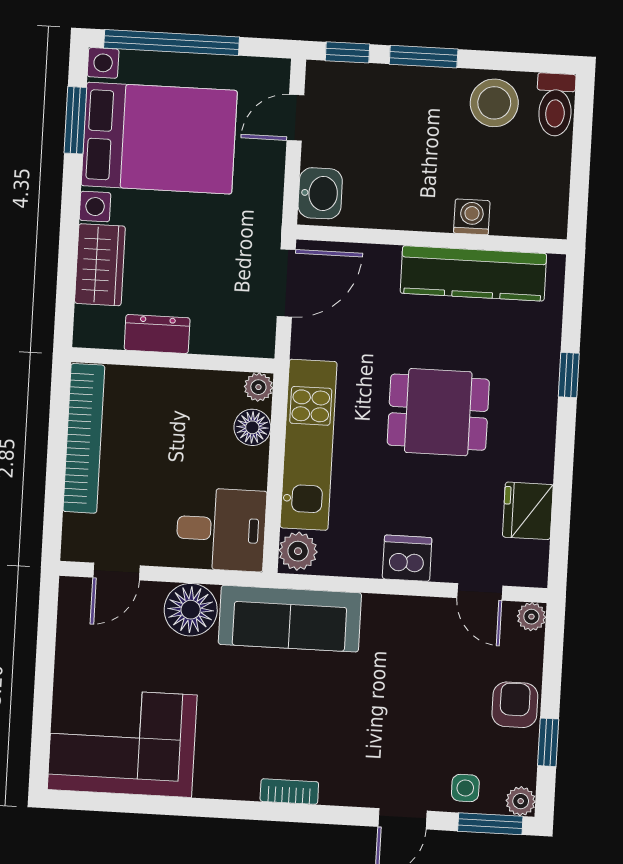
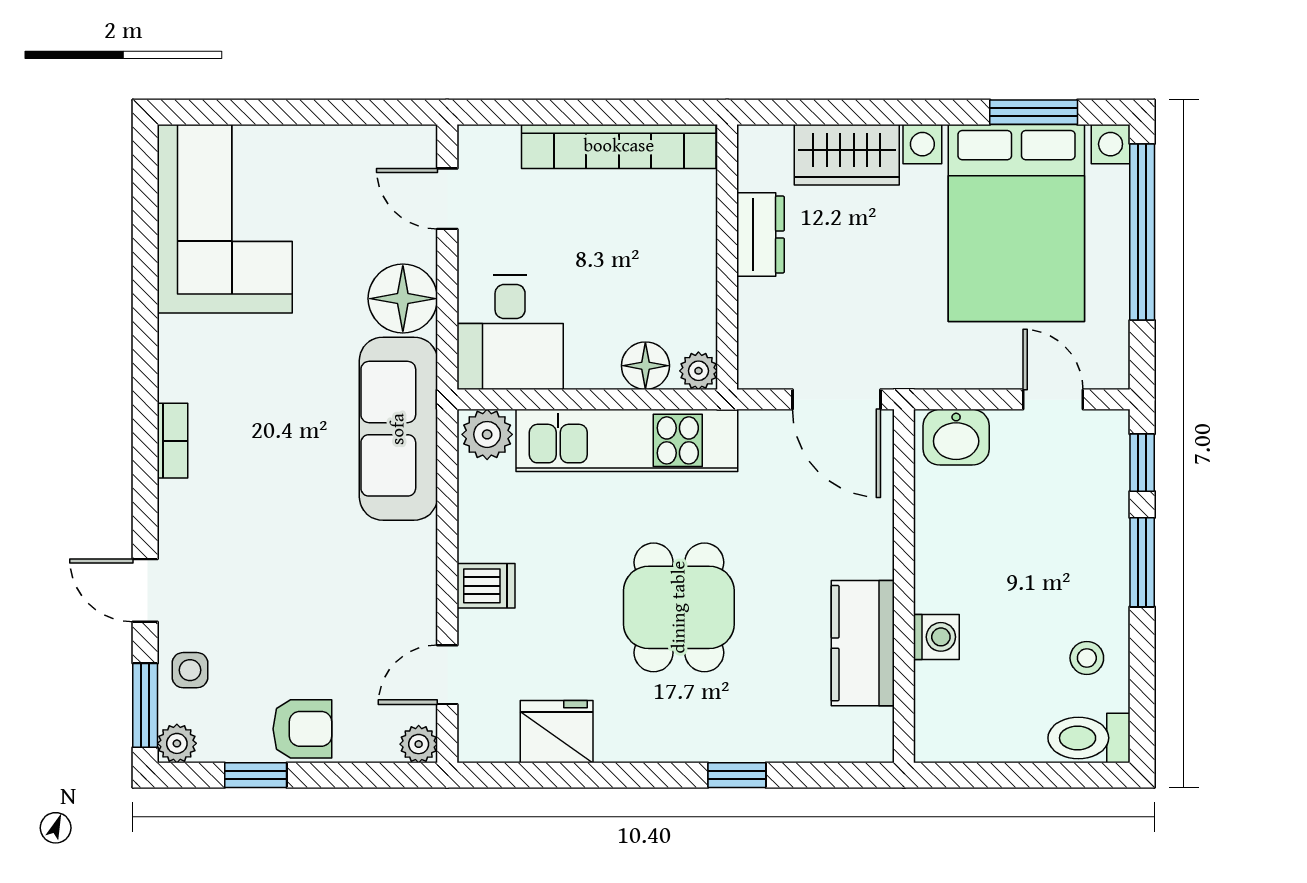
stool: (494, 103) -> (1087, 658), width x0.53, depth x0.53
kitchen counter: (473, 273) -> (863, 643), width x0.67
dishwasher: (407, 558) -> (486, 586), width x0.73

